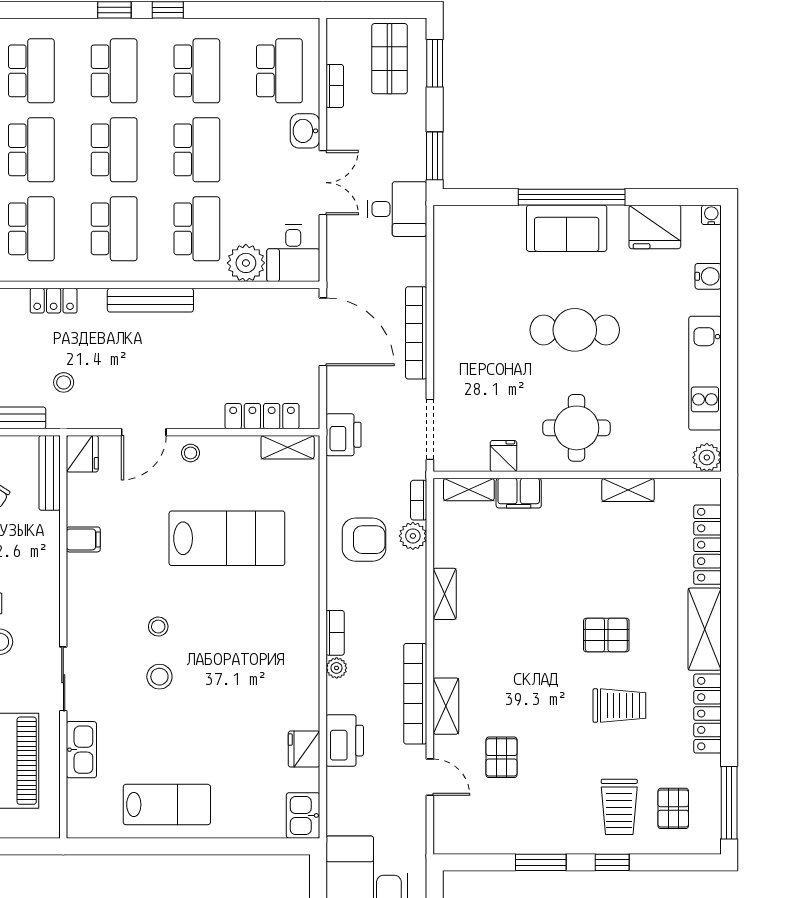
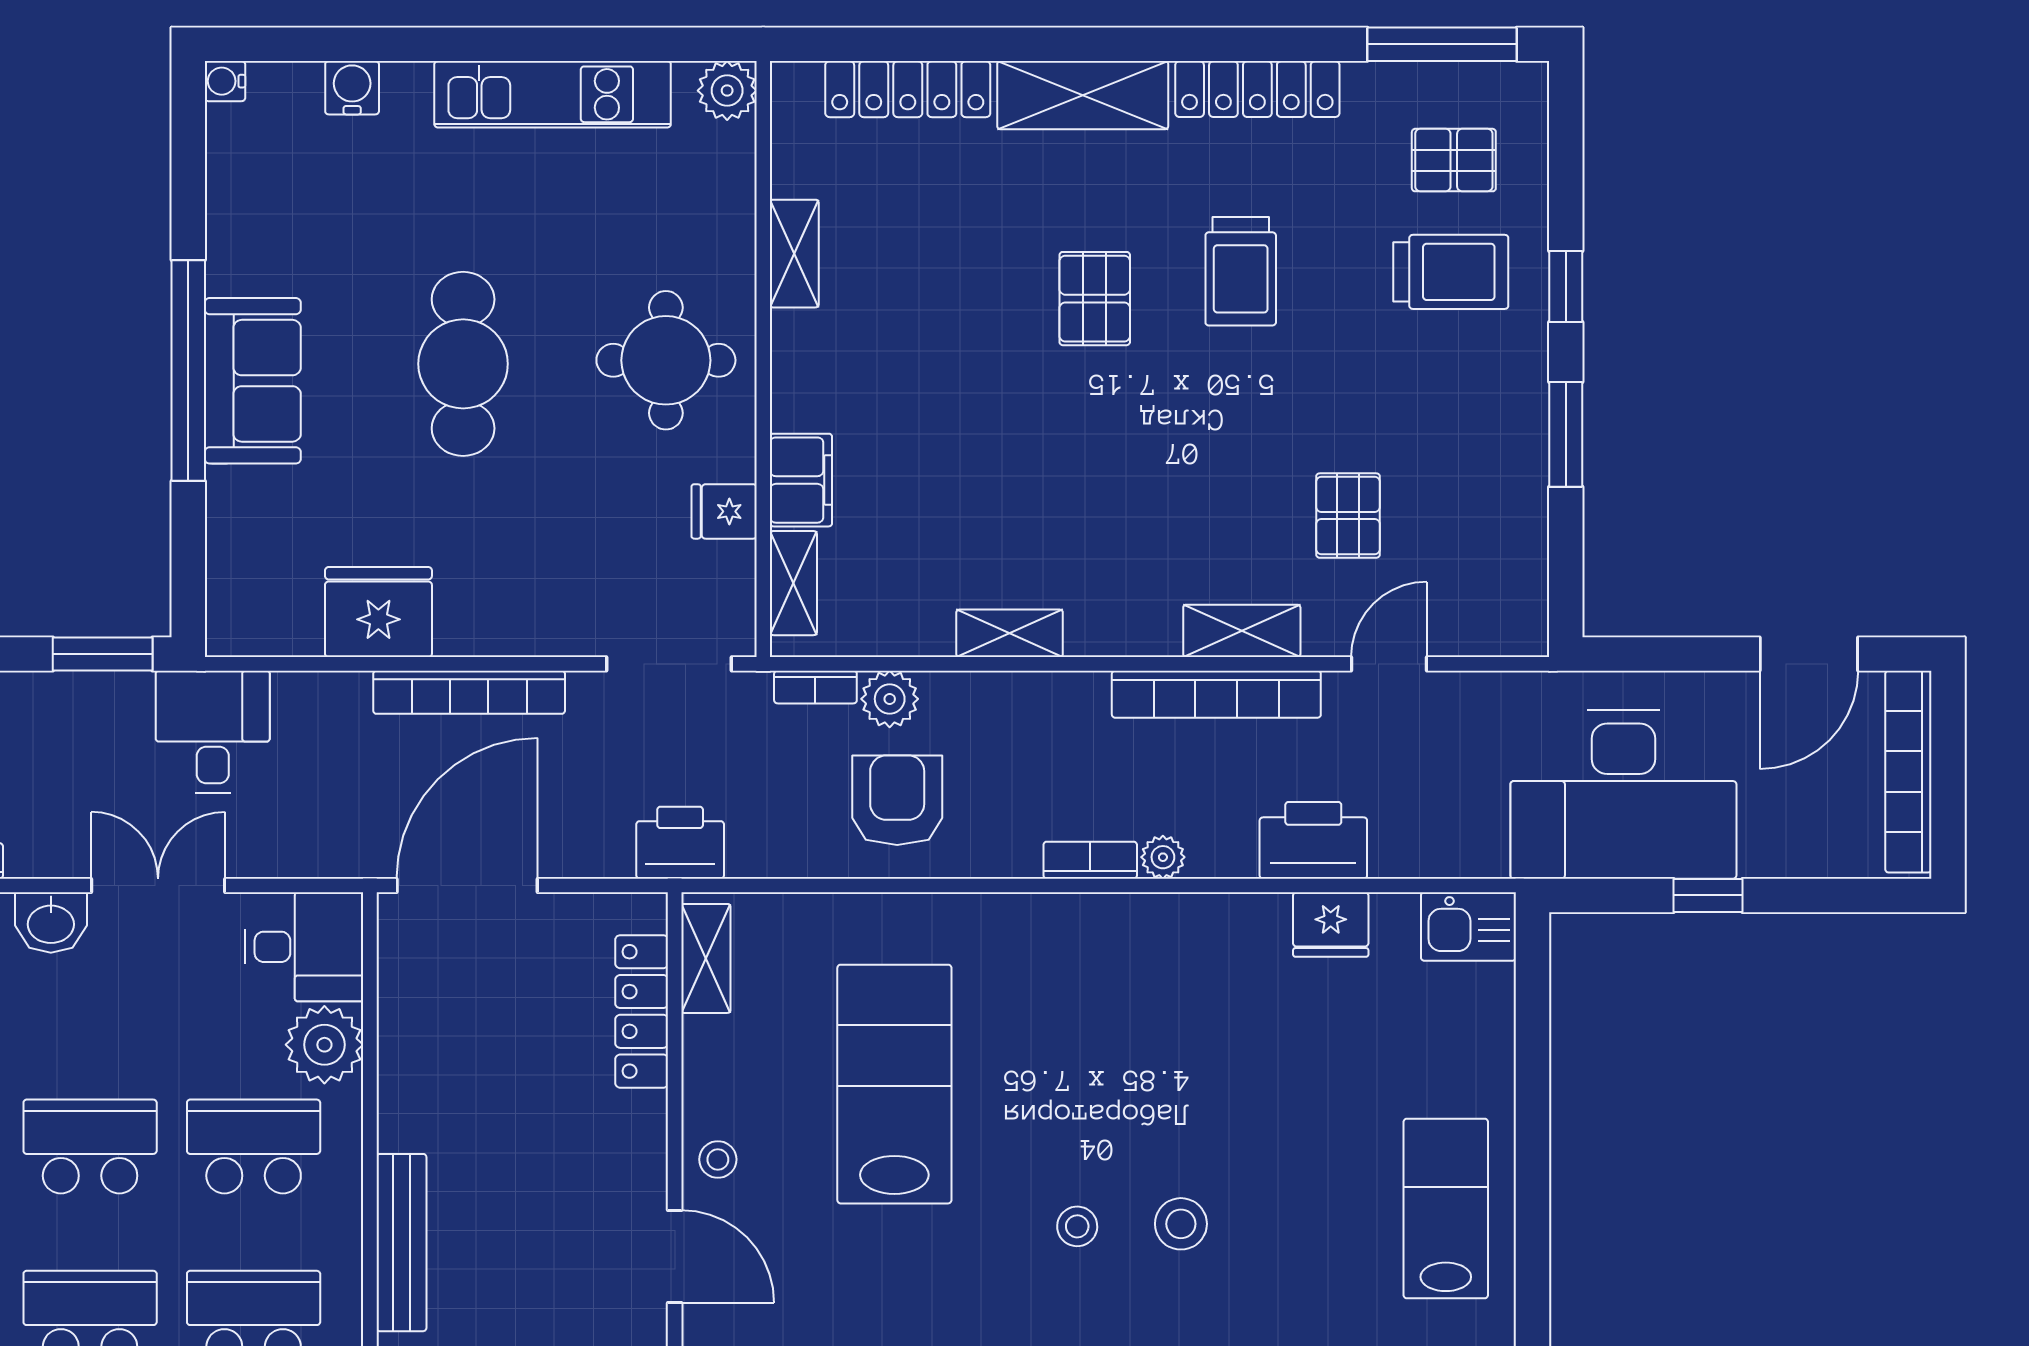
fridge: (655, 227) -> (378, 612), moved, turned -90
trolley: (619, 705) -> (1241, 271), turned 180
pallet: (502, 757) -> (1348, 516), turned 90

